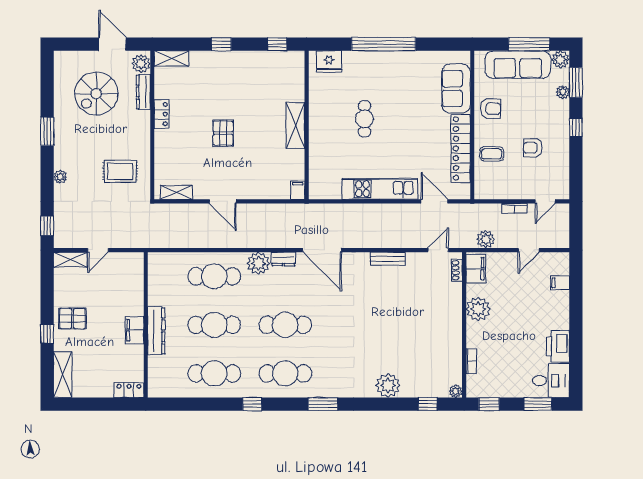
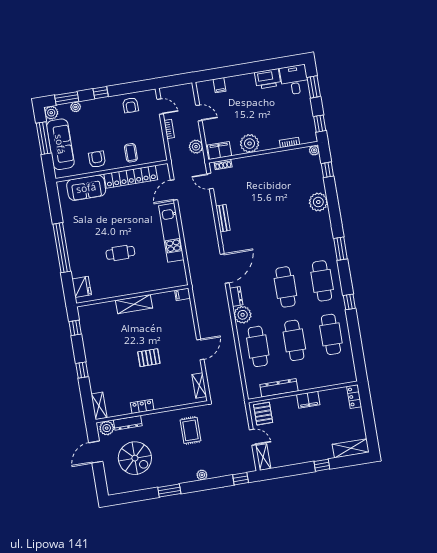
armchair: (533, 148) -> (131, 105), moved
pallet: (72, 319) -> (263, 414), moved
dresser: (156, 331) -> (279, 388), moved

